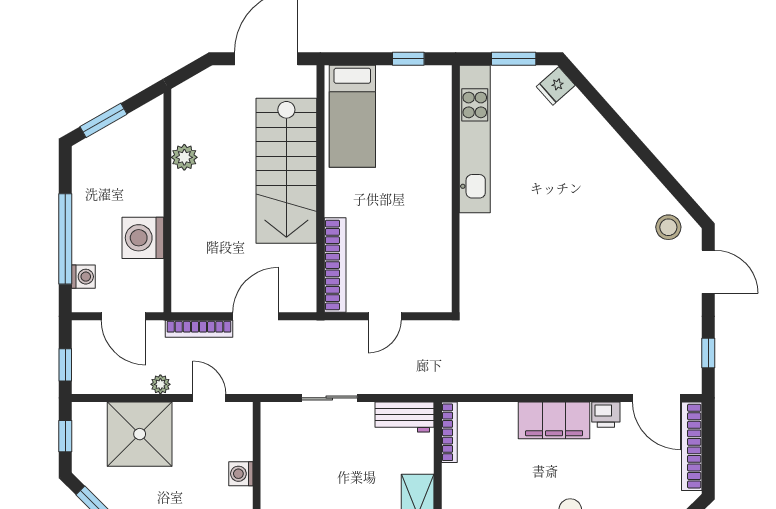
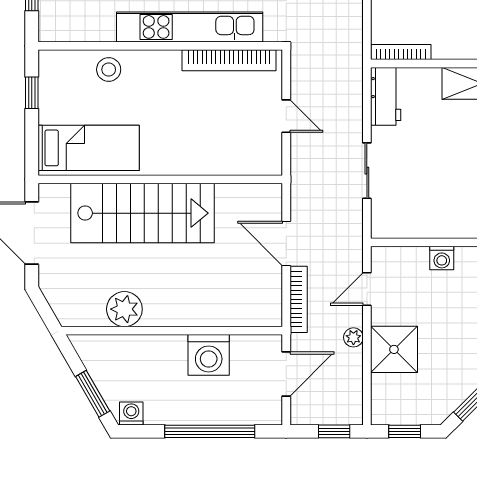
stool: (432, 137) -> (109, 70), added
kitchen unit: (475, 139) -> (190, 27), moved
plant: (184, 157) -> (124, 309), width x1.36, depth x1.36
bookcase: (335, 265) -> (229, 60), moved, turned 180
washing machine: (83, 277) -> (131, 414), moved
shower: (140, 434) -> (394, 349), width x0.73, depth x0.73

